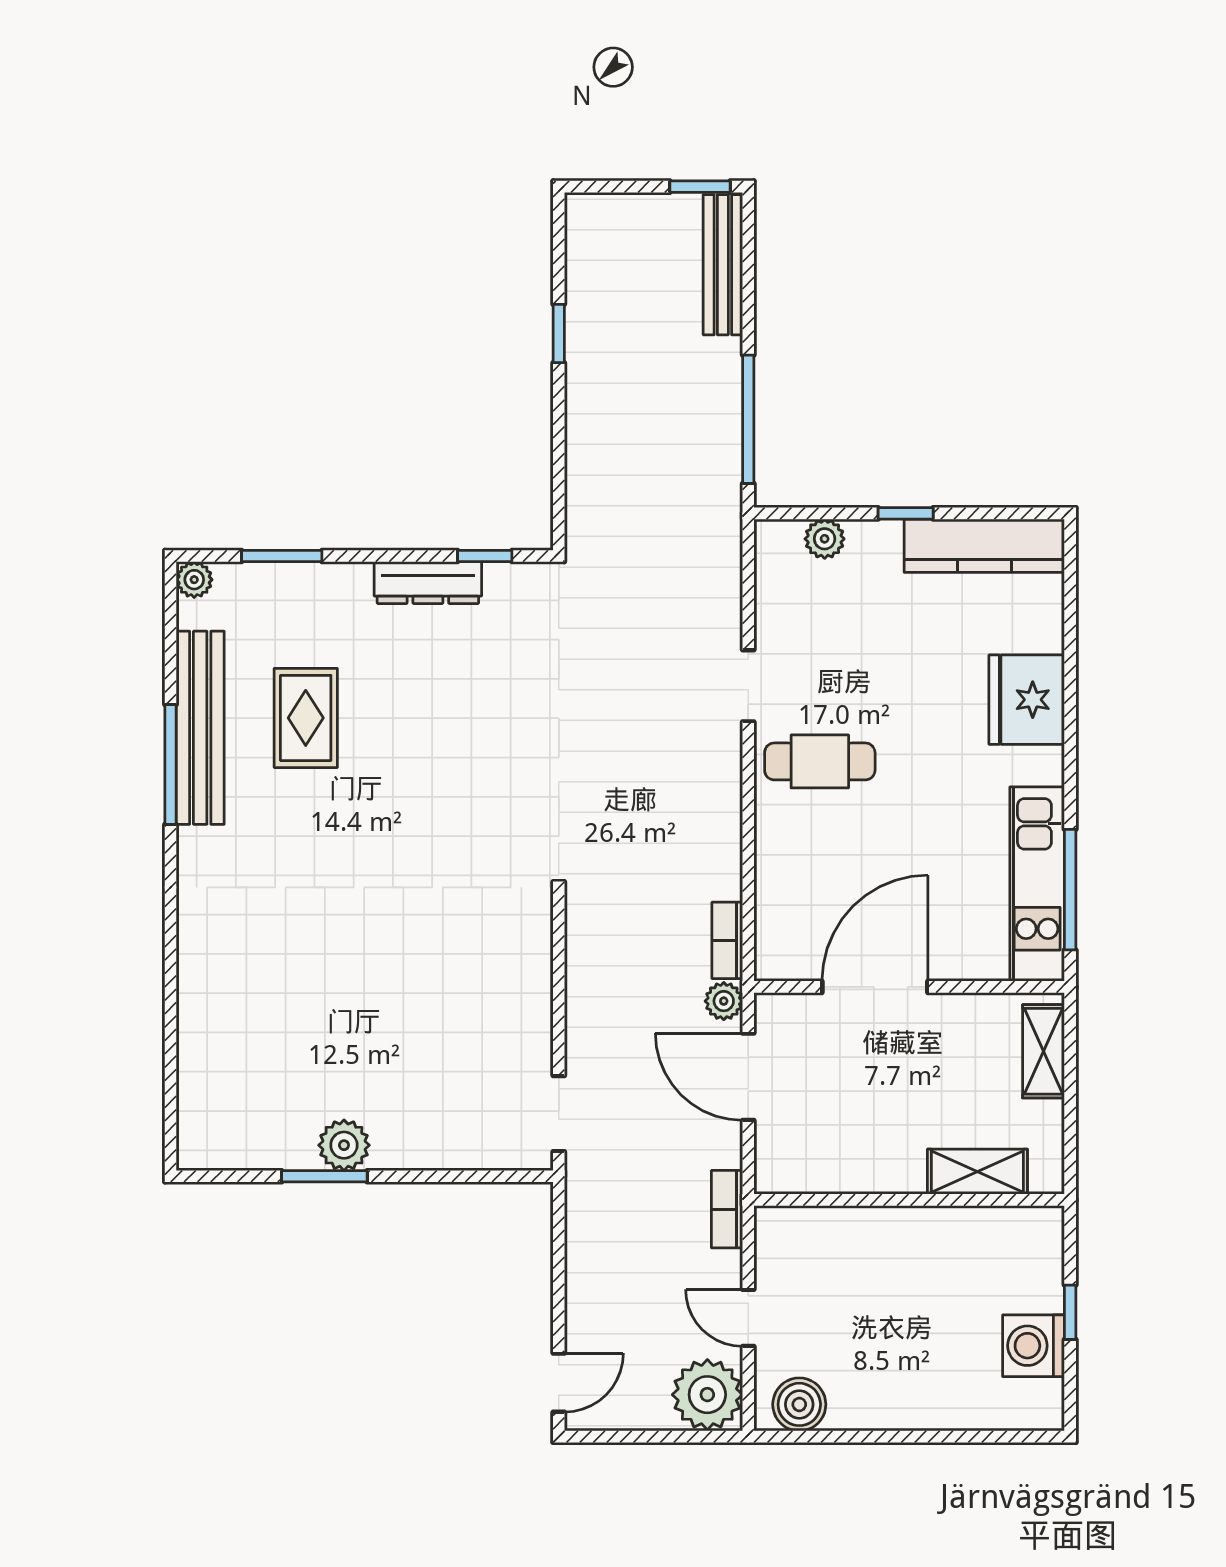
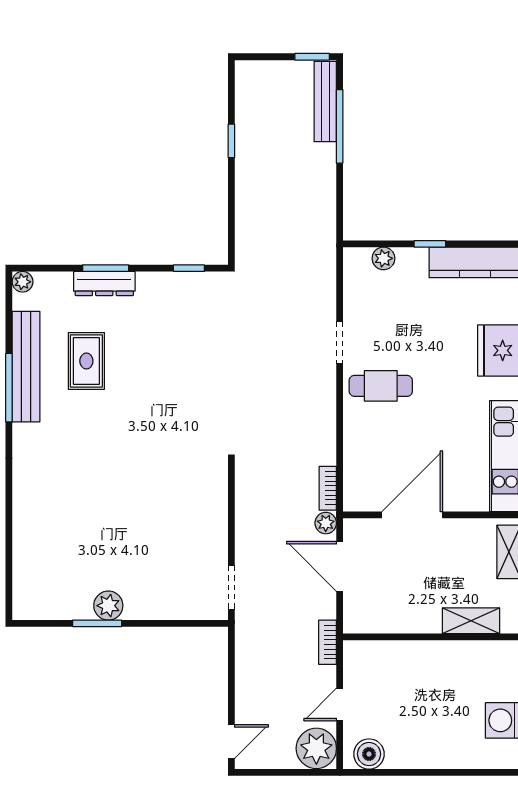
window: (748, 419) -> (340, 126), moved
window: (282, 556) -> (106, 268), moved
dresser: (428, 583) -> (104, 283), moved
door: (748, 1318) -> (340, 704), hinge flipped

